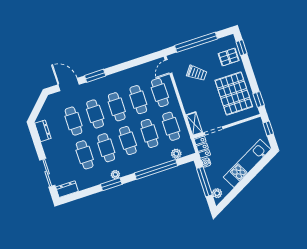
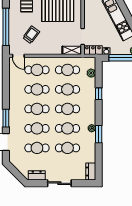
window: (156, 169) -> (99, 94), width x0.32
sliding door: (47, 173) -> (59, 183), moved

